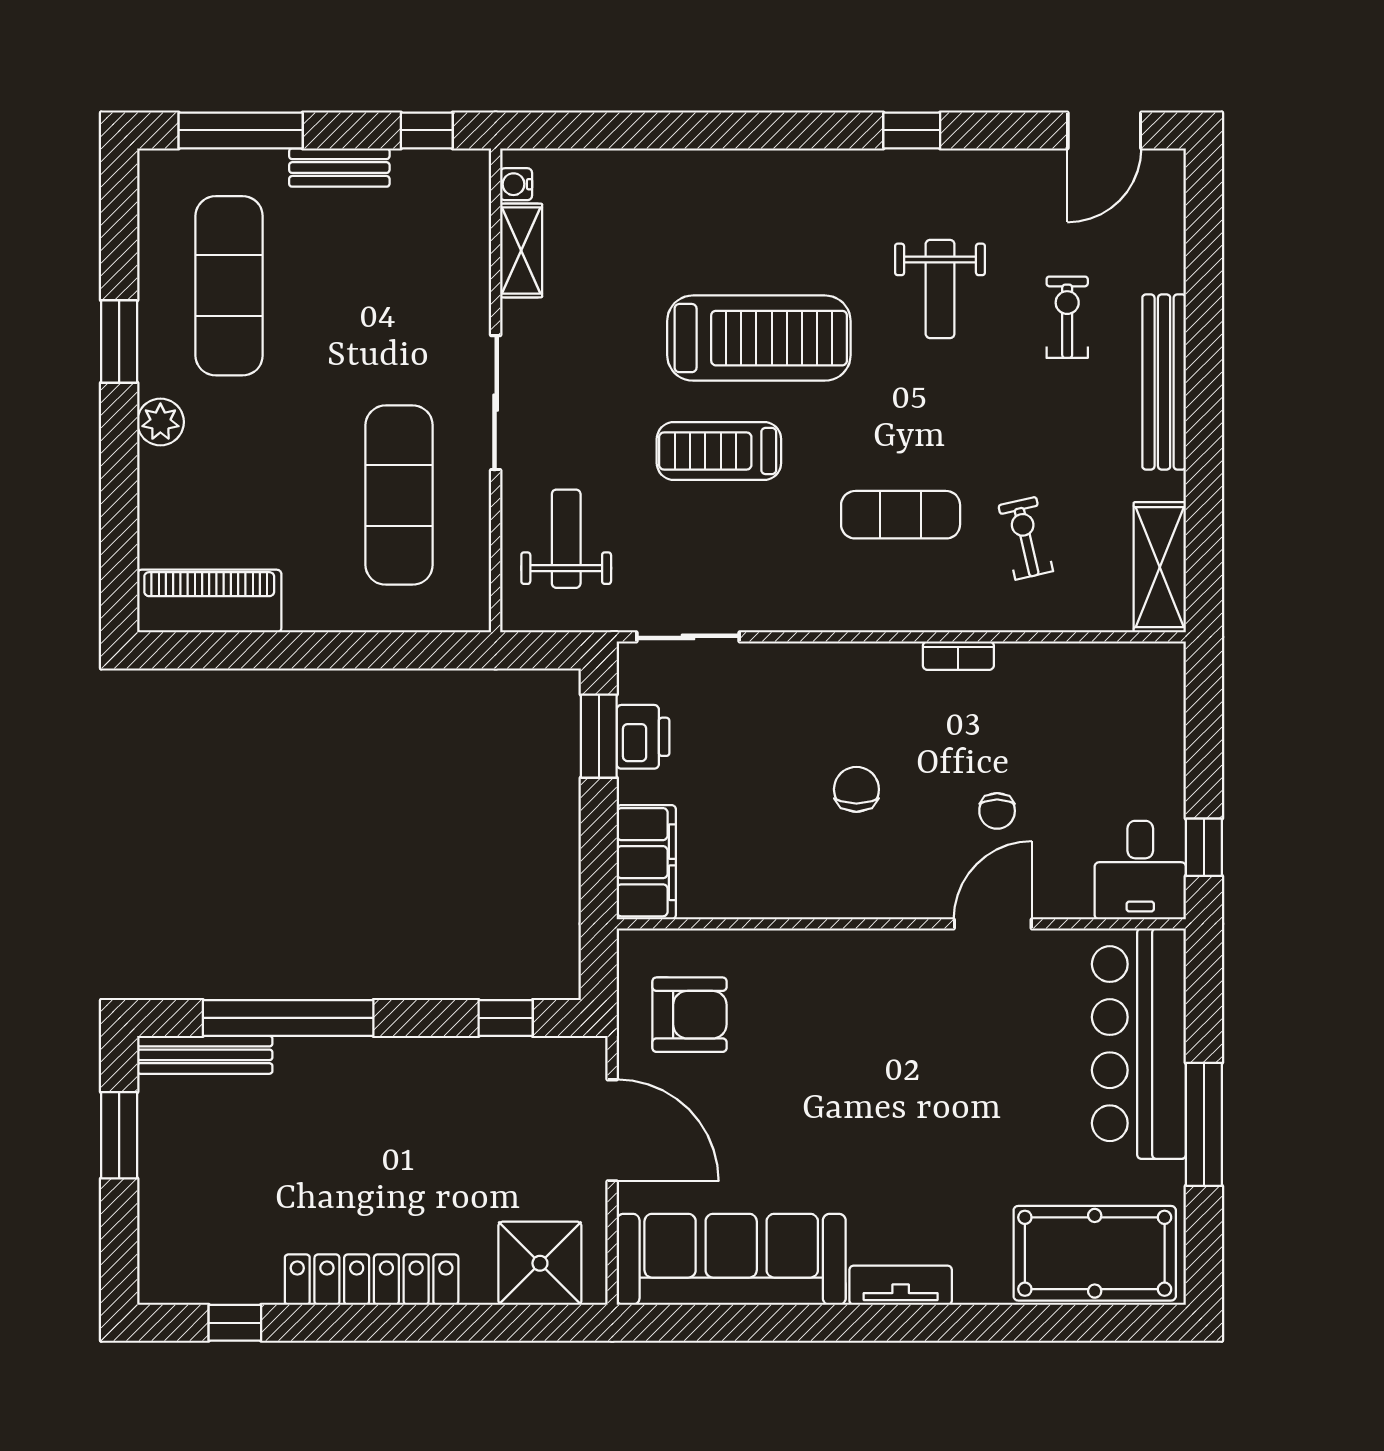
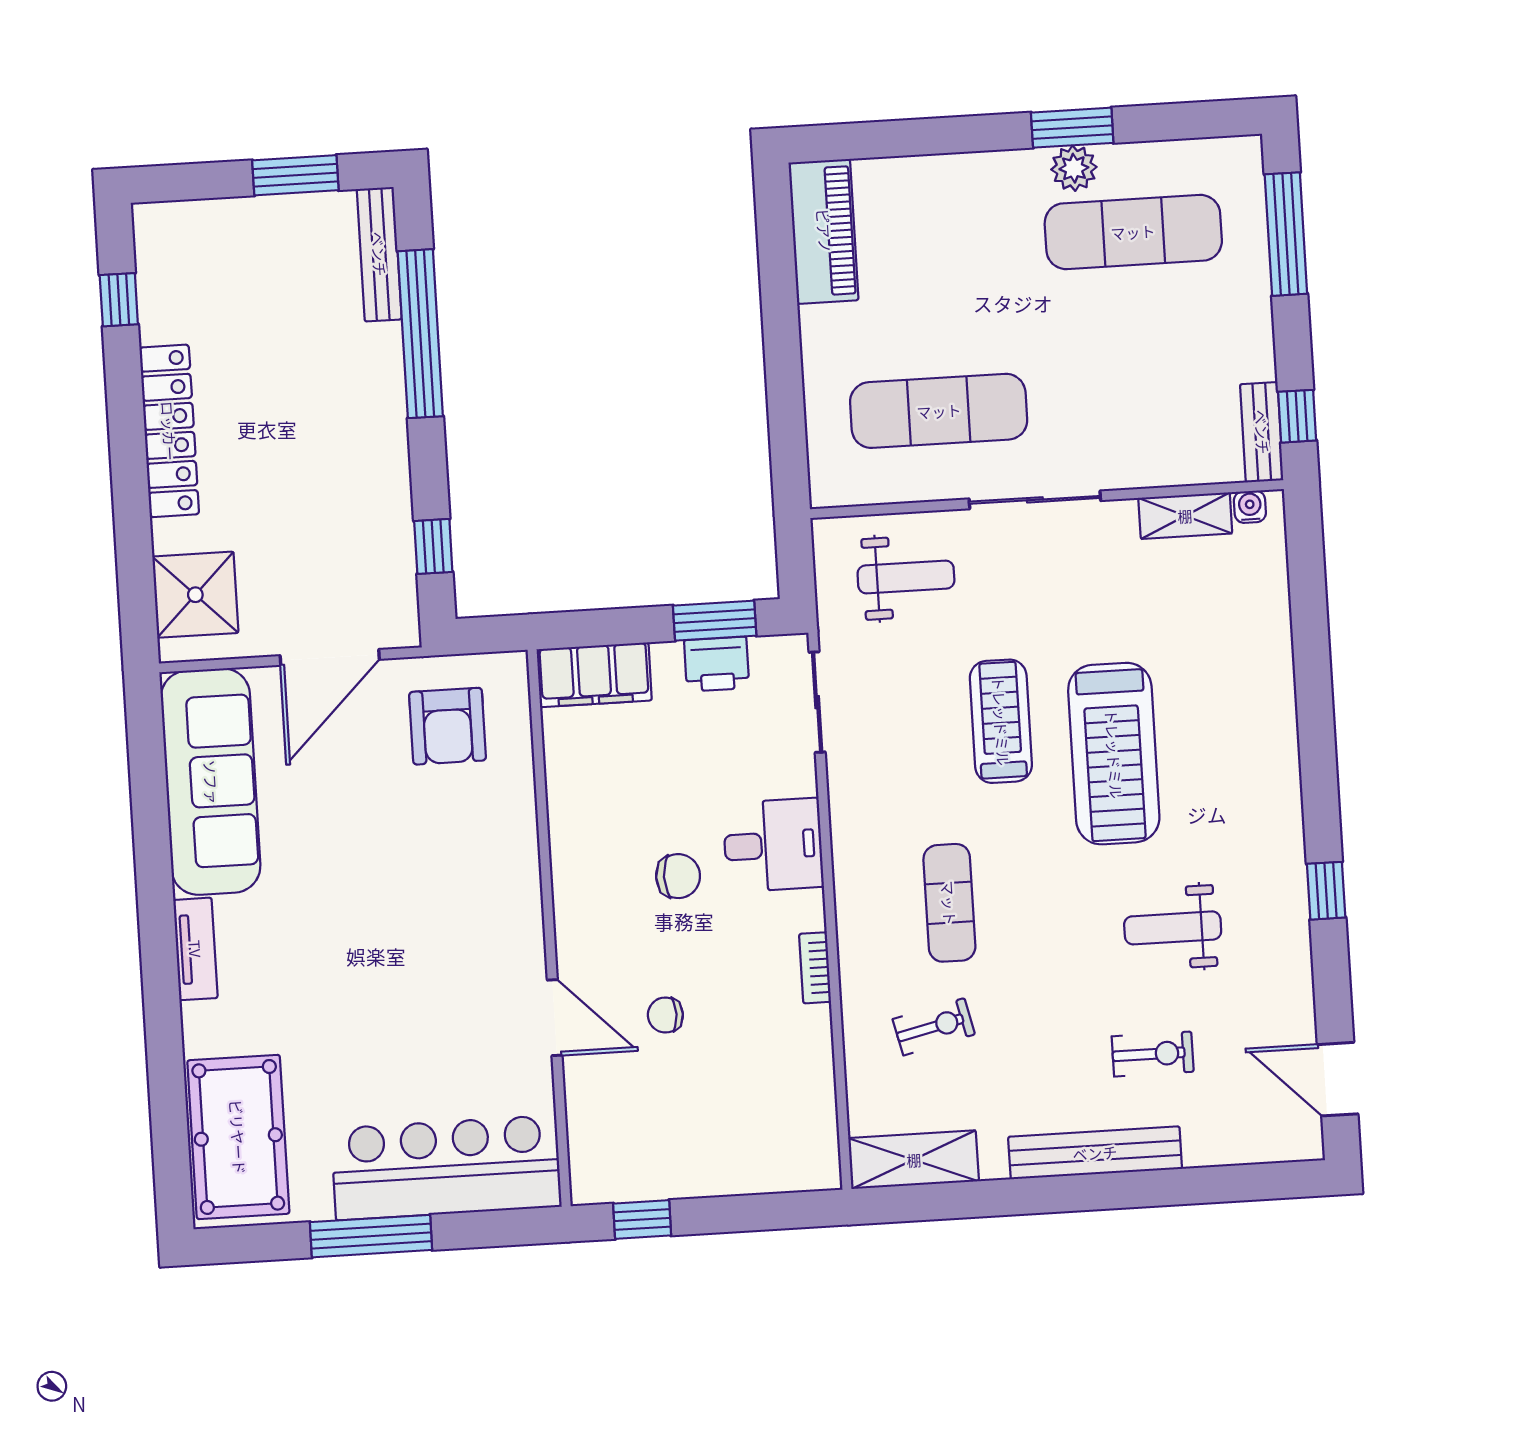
bench: (339, 168) -> (1262, 432), moved
plant: (160, 422) -> (1074, 168), moved
desk: (1140, 870) -> (773, 845), moved, turned 180

